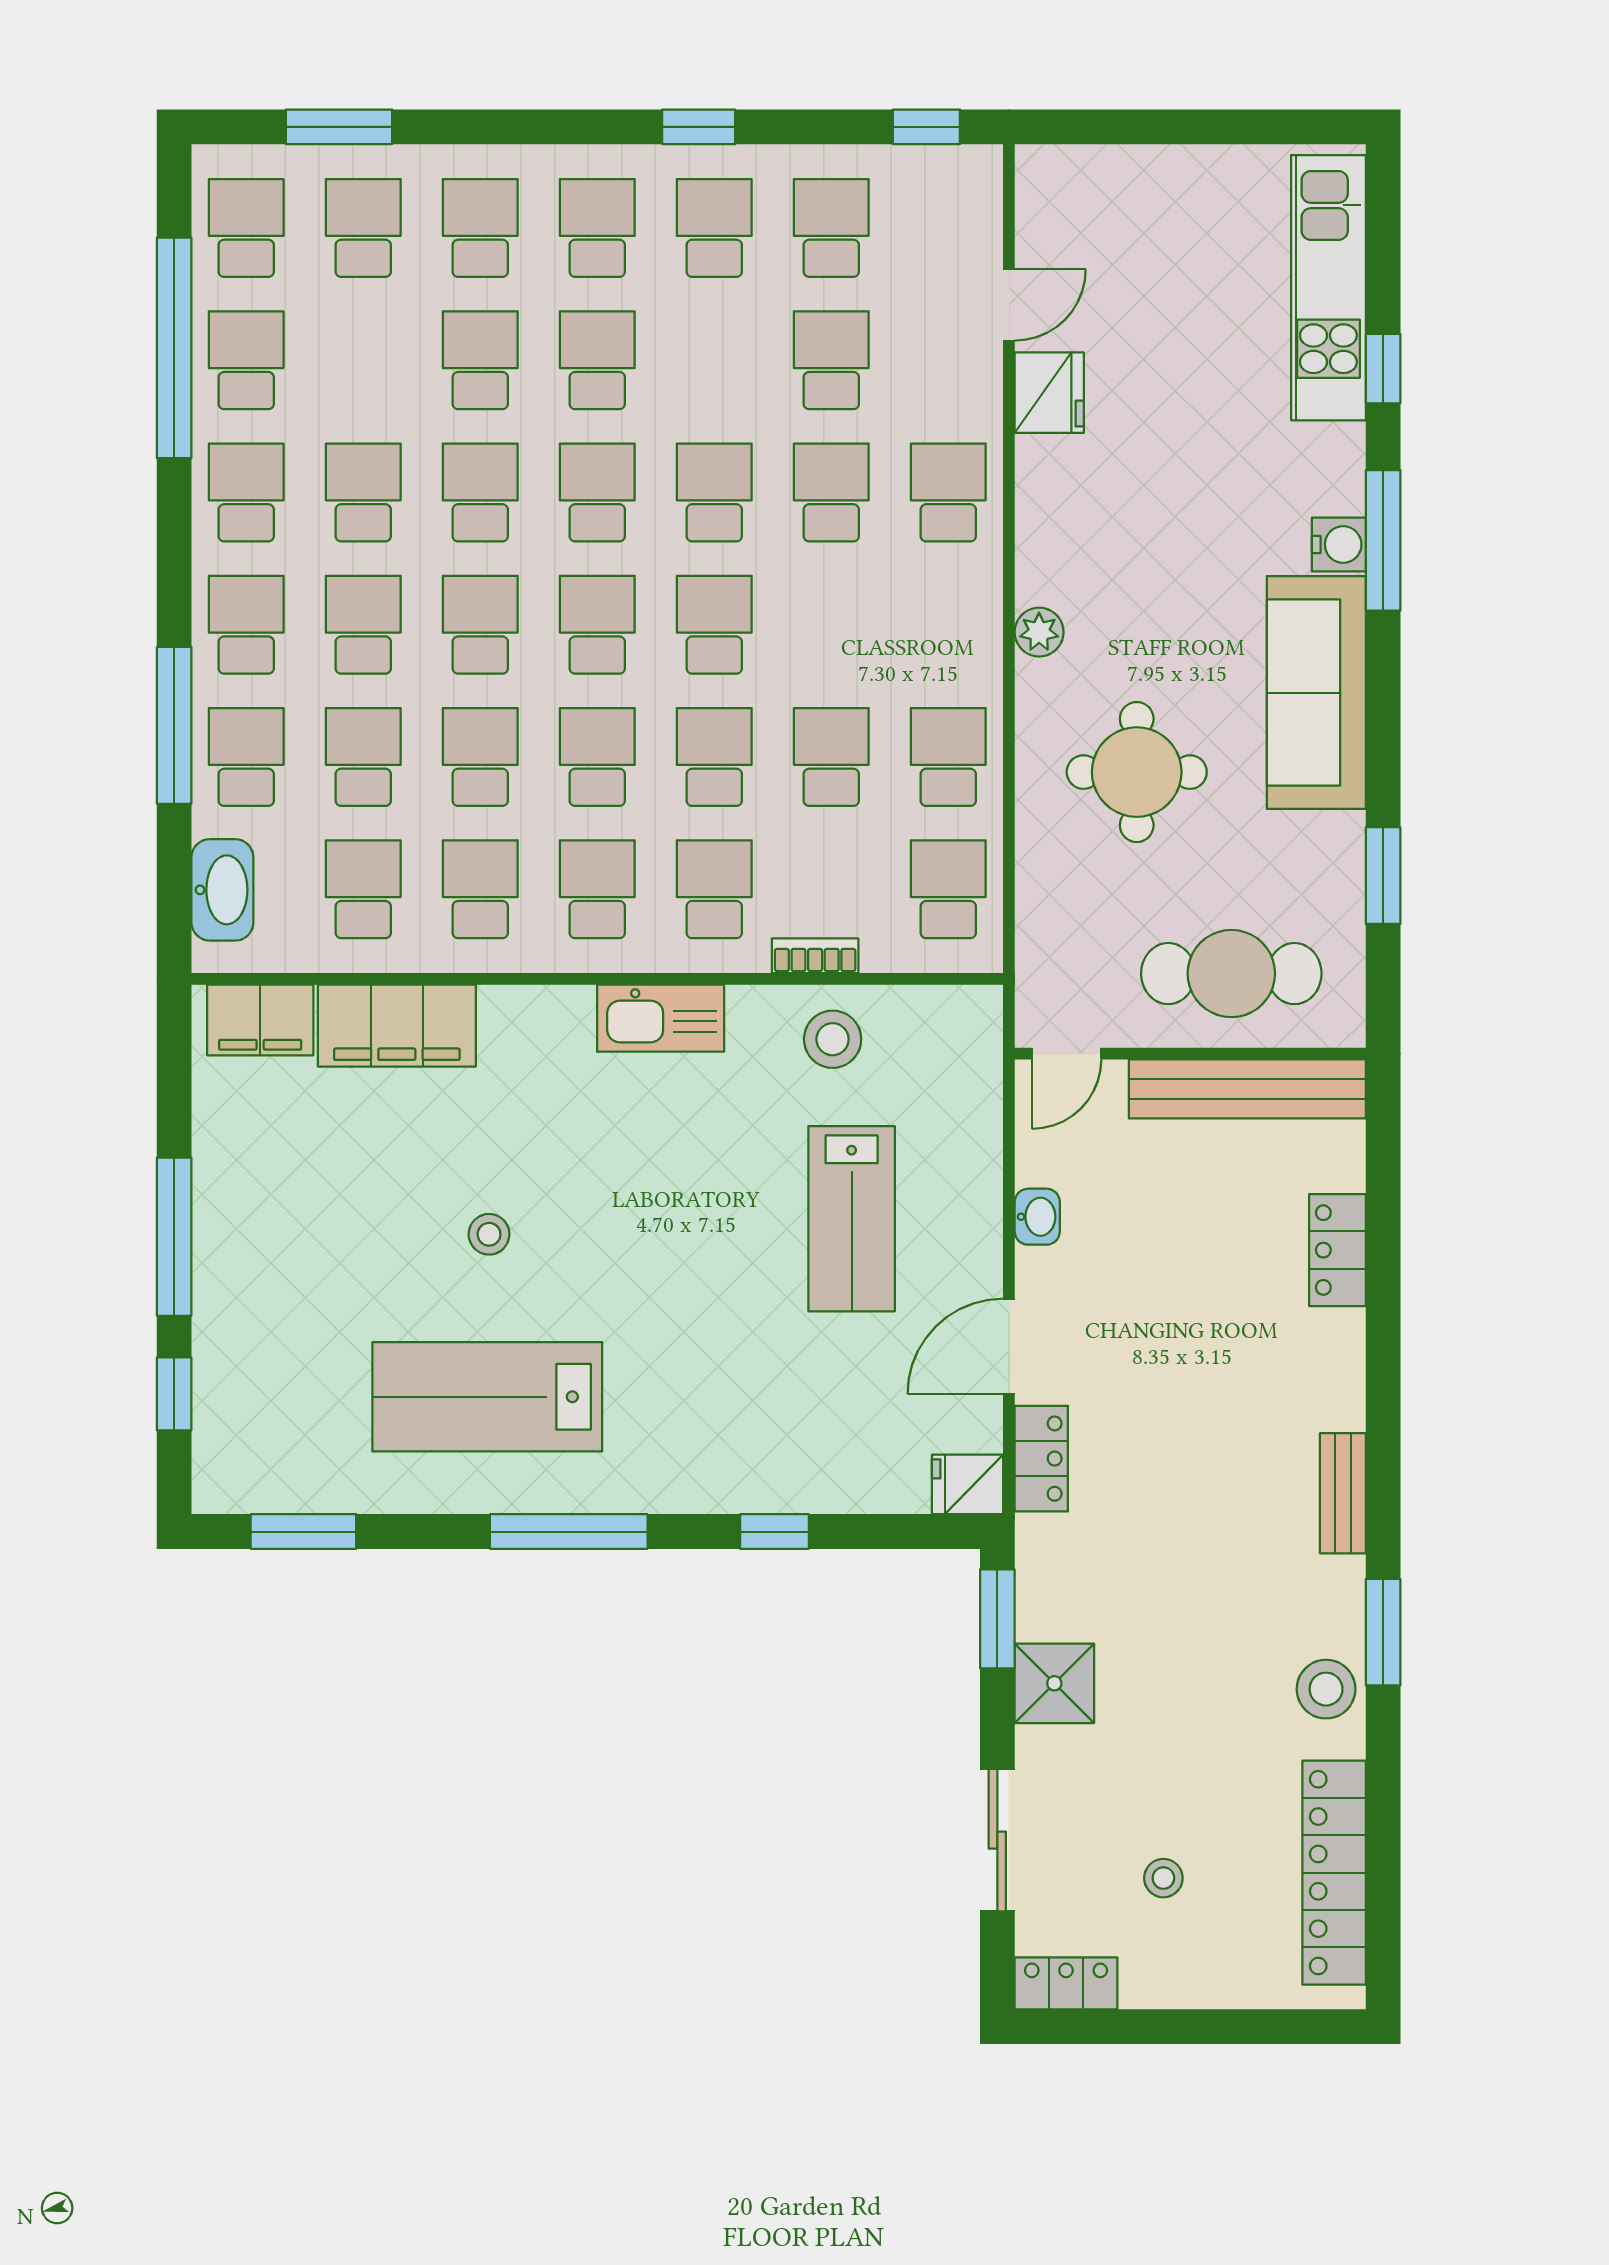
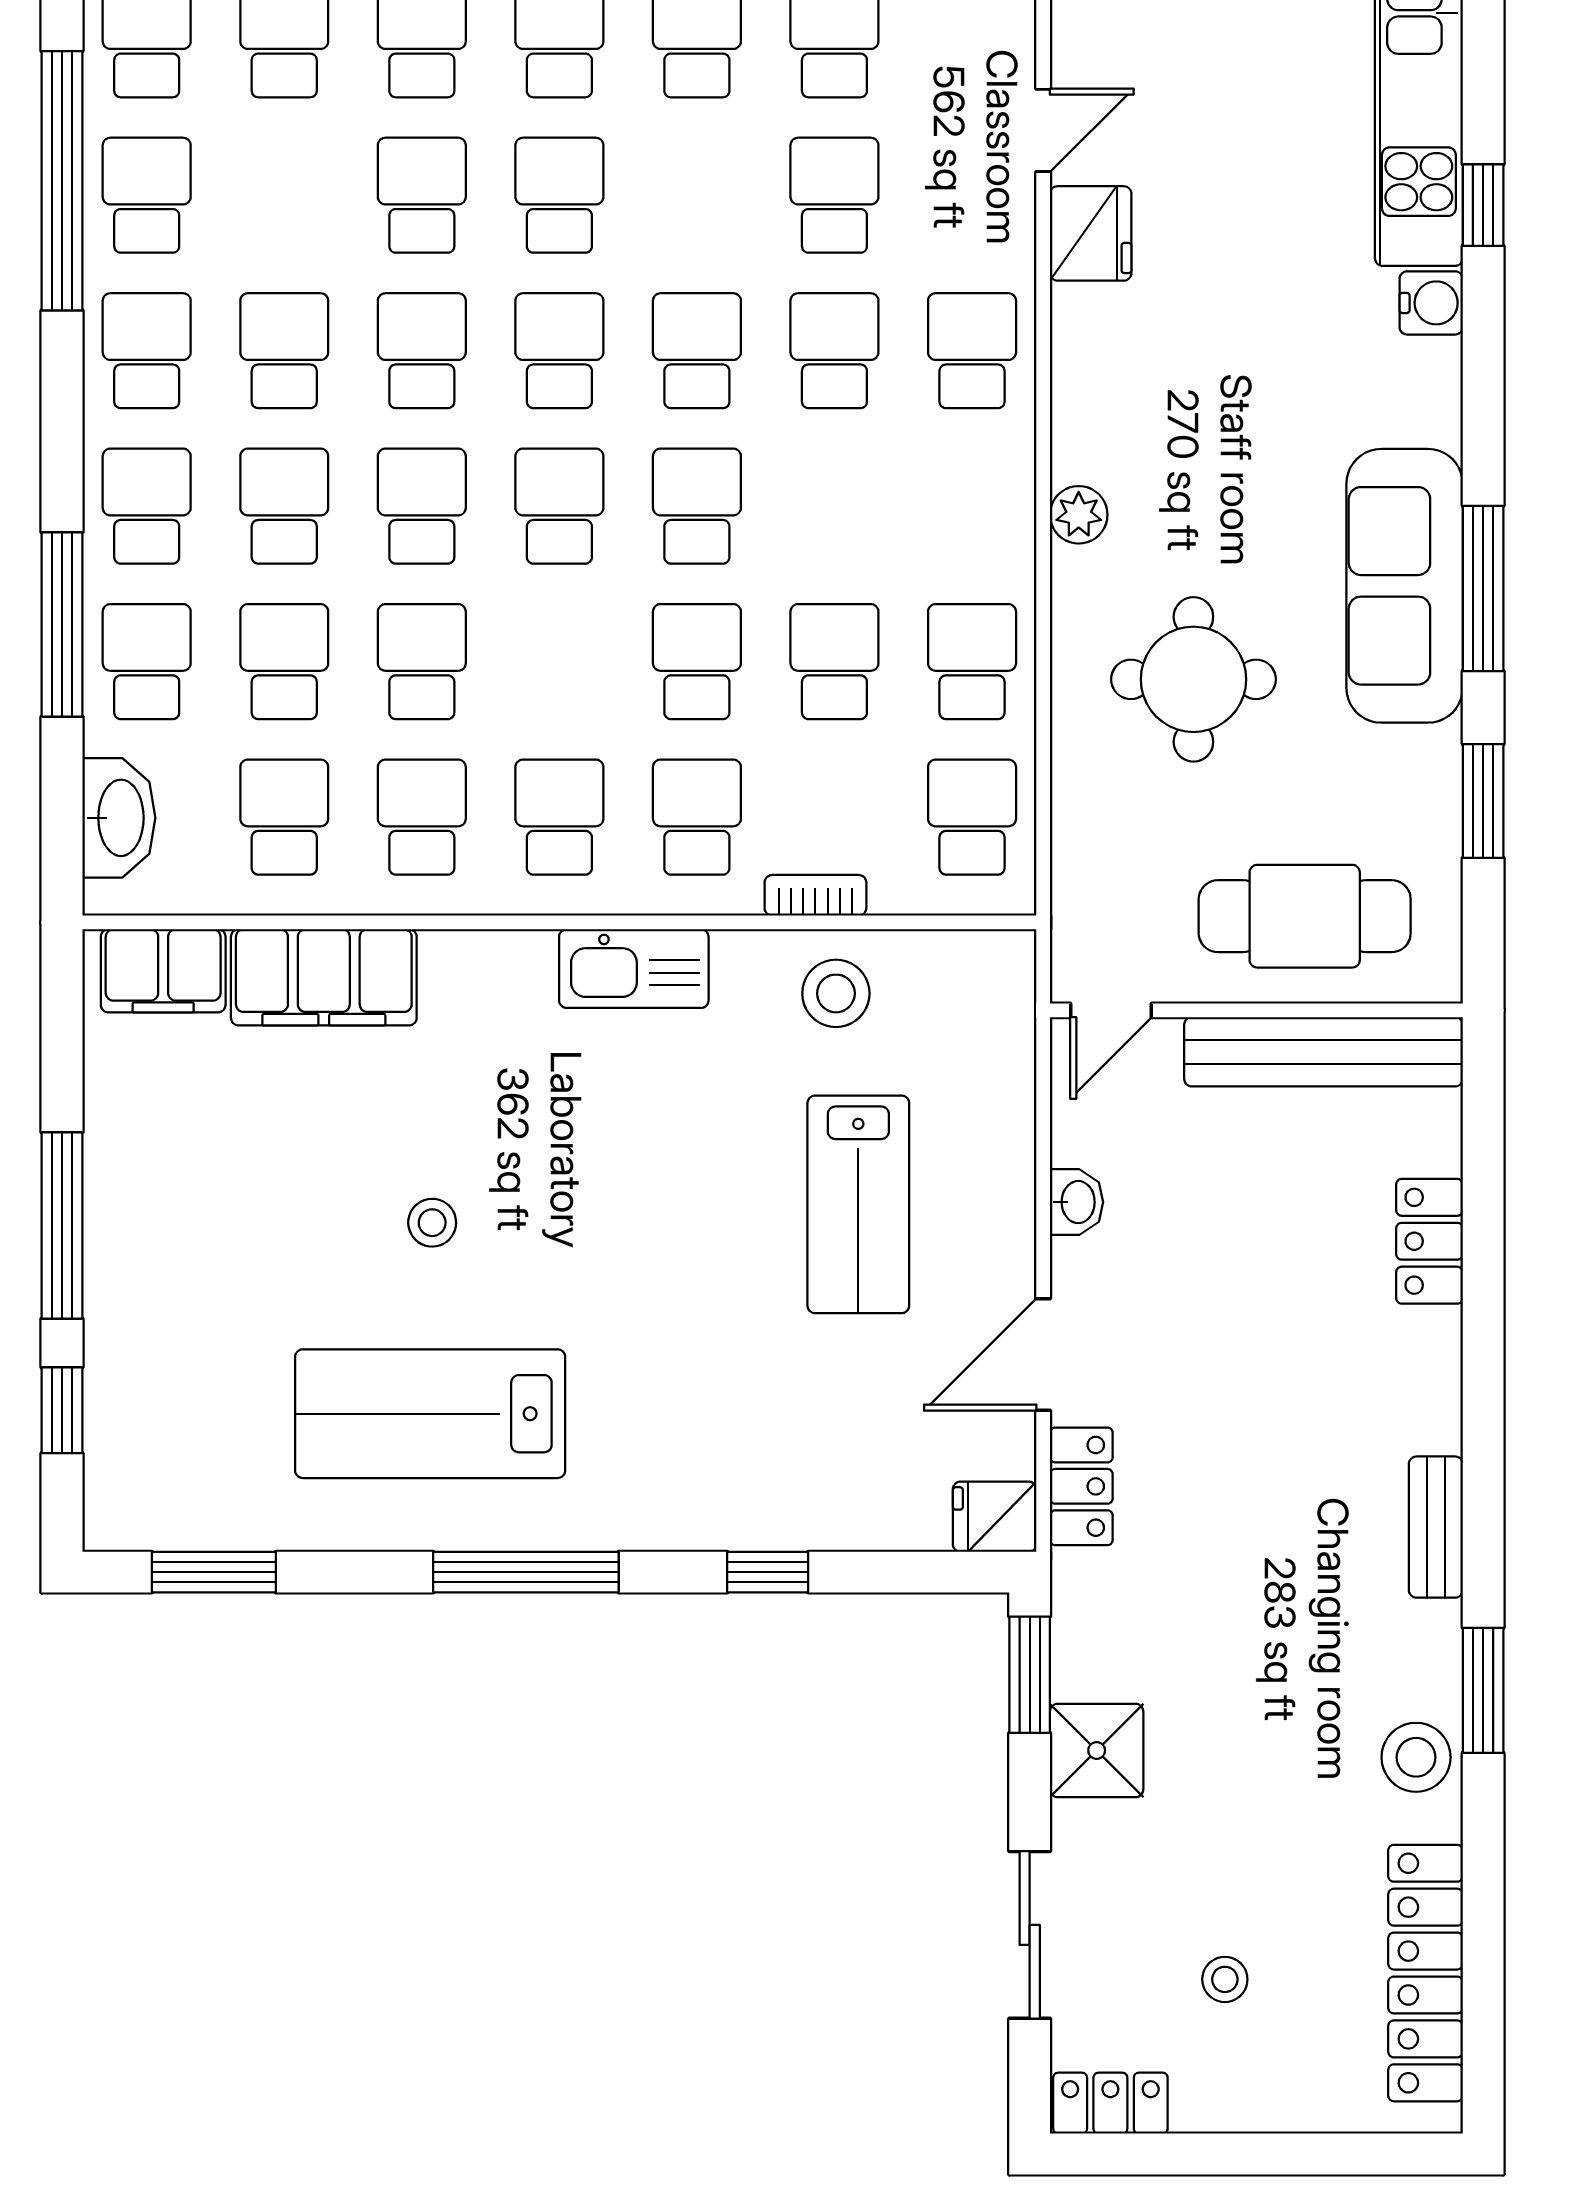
window: (1383, 540) -> (1483, 589), moved
water cooler: (1339, 545) -> (1431, 303), moved
school desk: (597, 757) -> (559, 662), removed

